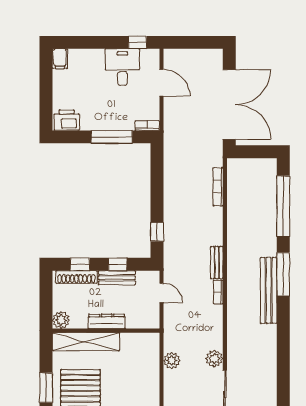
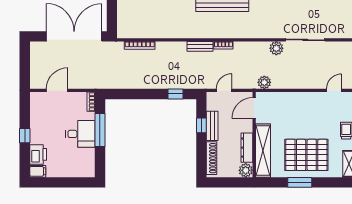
window: (137, 42) -> (25, 136), moved
desk: (122, 67) -> (80, 134), moved, turned 180
printer: (67, 120) -> (38, 154), moved, turned 180
window: (80, 264) -> (201, 155), removed
dresser: (107, 321) -> (247, 148), moved
door: (139, 331) -> (254, 108), added
plant: (172, 361) -> (264, 82), moved

